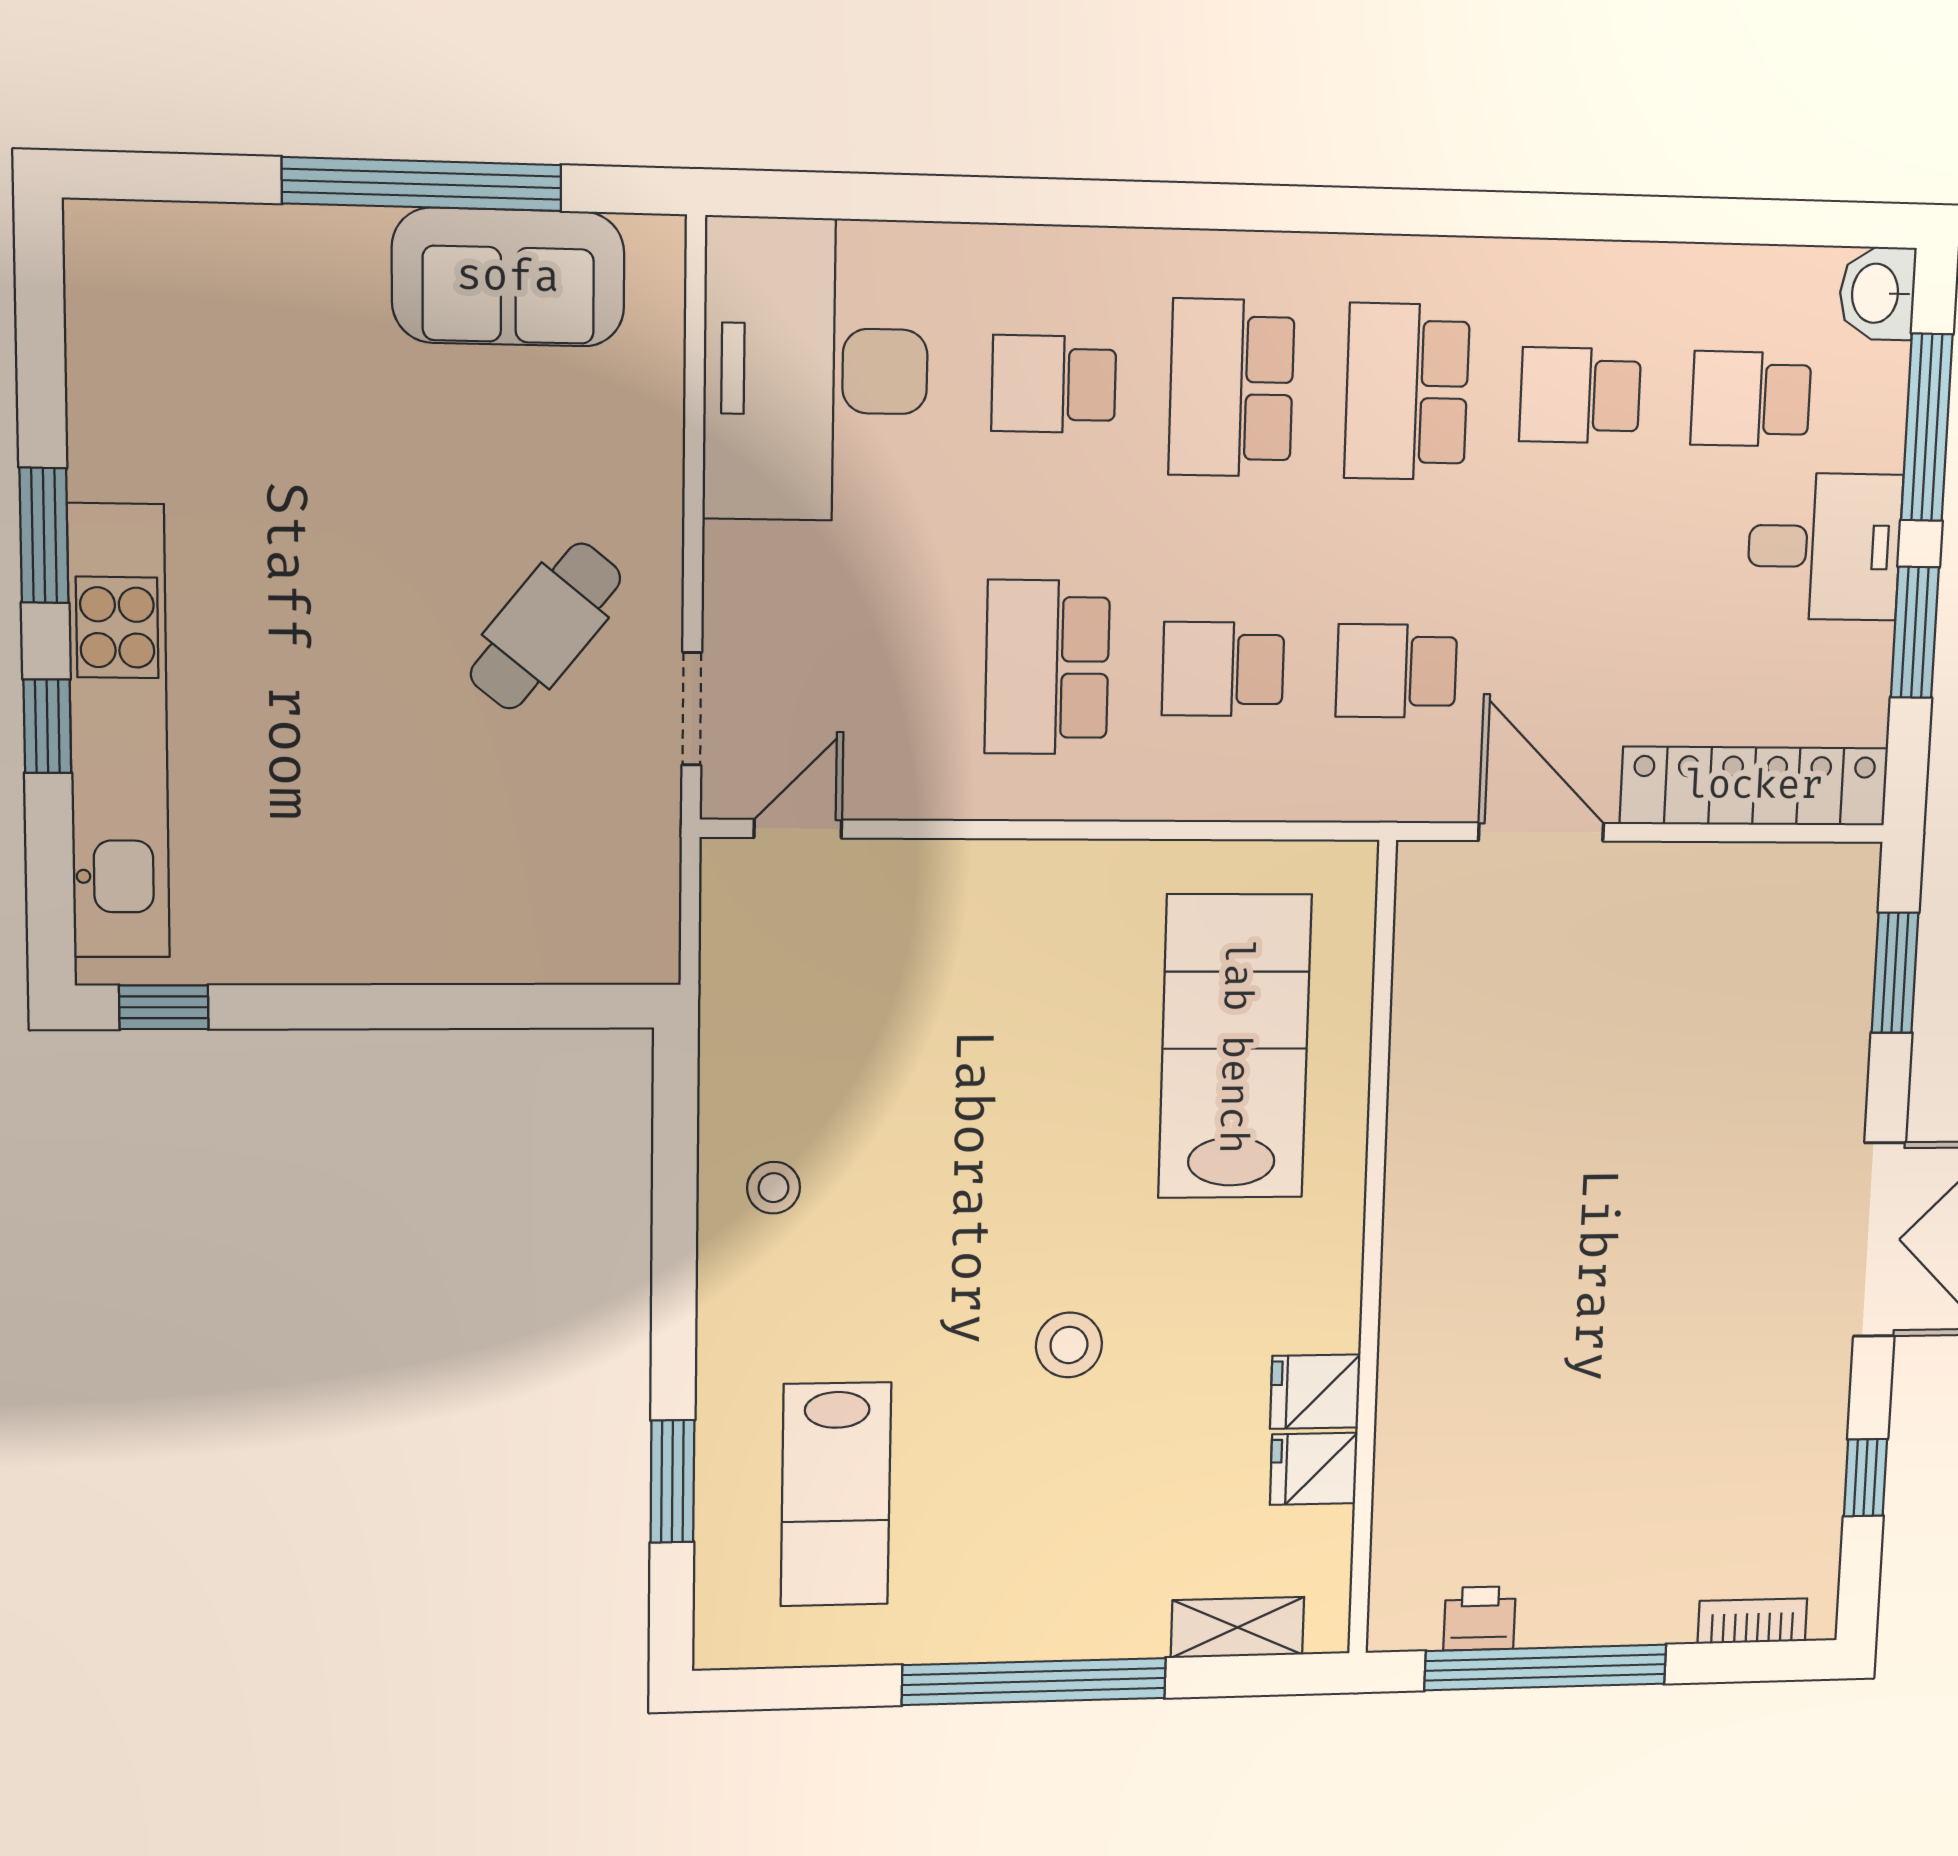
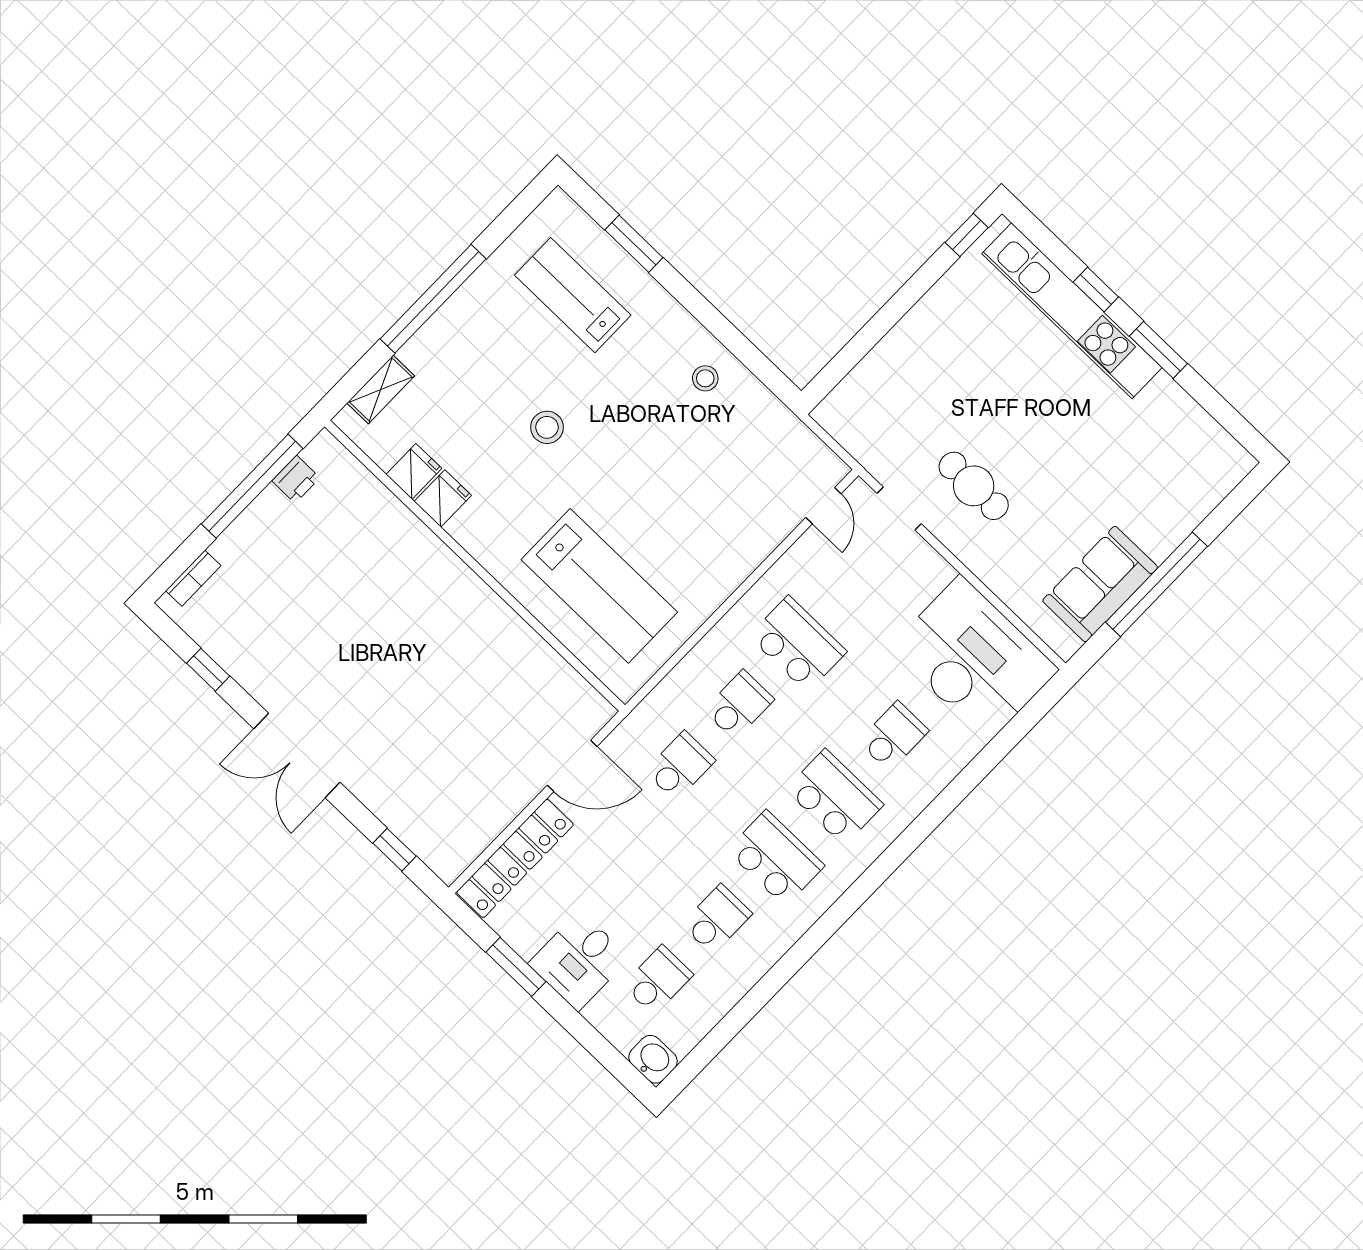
window: (1927, 427) -> (587, 1036), removed
cafe table: (545, 626) -> (974, 486), turned -39
window: (1895, 973) -> (395, 850), width x0.67

